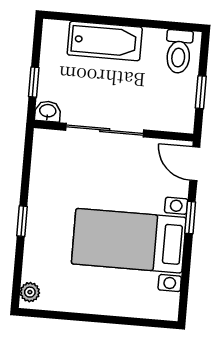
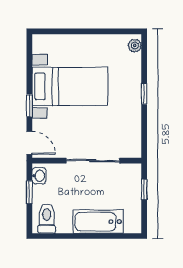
washbasin: (48, 111) -> (39, 176), moved, turned -90

